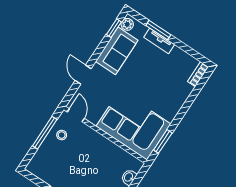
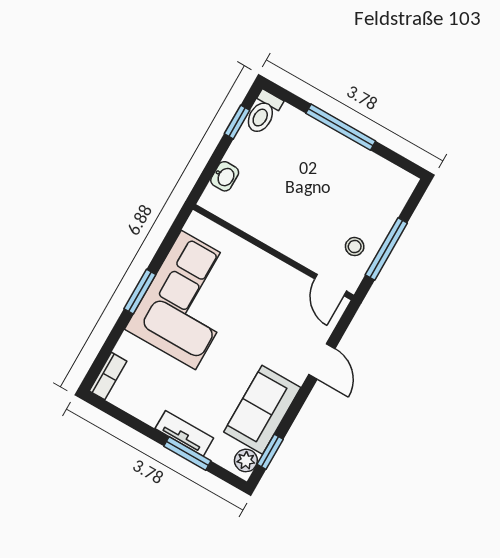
corner sofa: (133, 125) -> (188, 300), moved, turned -90
window: (163, 141) -> (140, 292), moved

